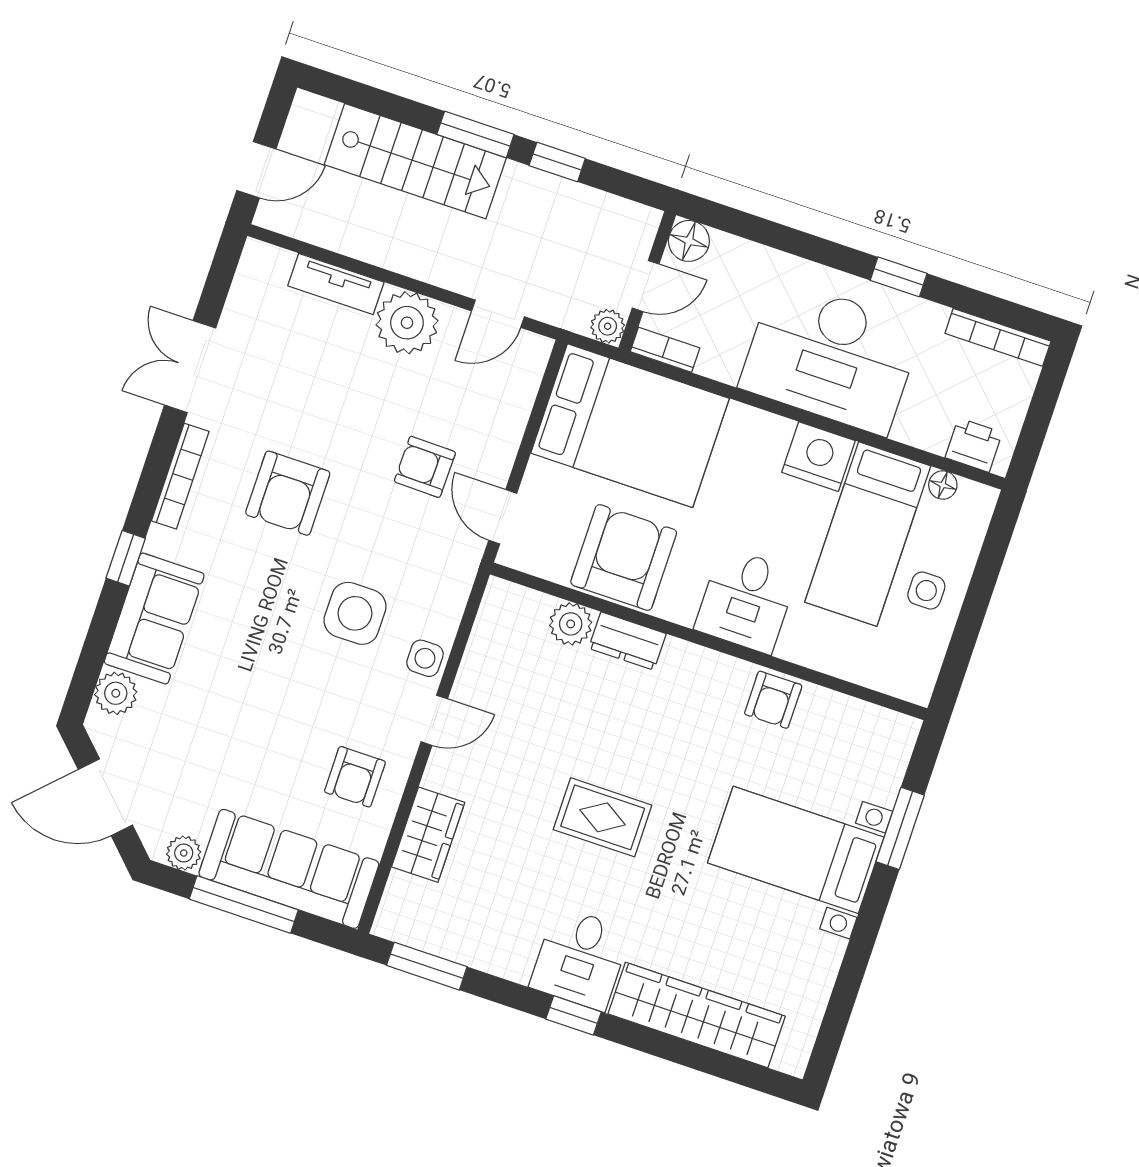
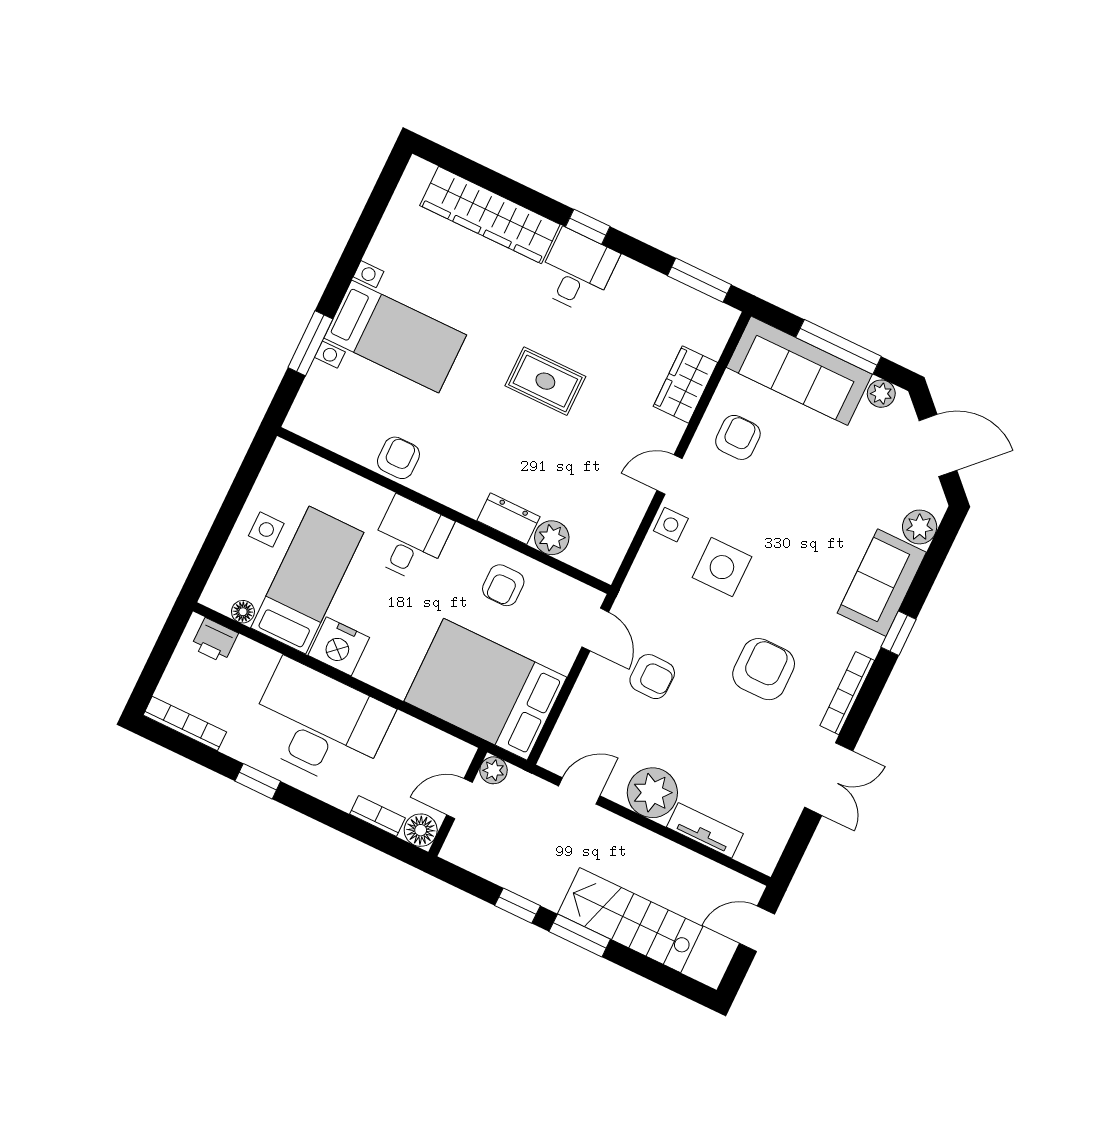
bookcase: (665, 350) -> (378, 816), moved, turned 180
armchair: (624, 557) -> (503, 585), width x0.53, depth x0.53

